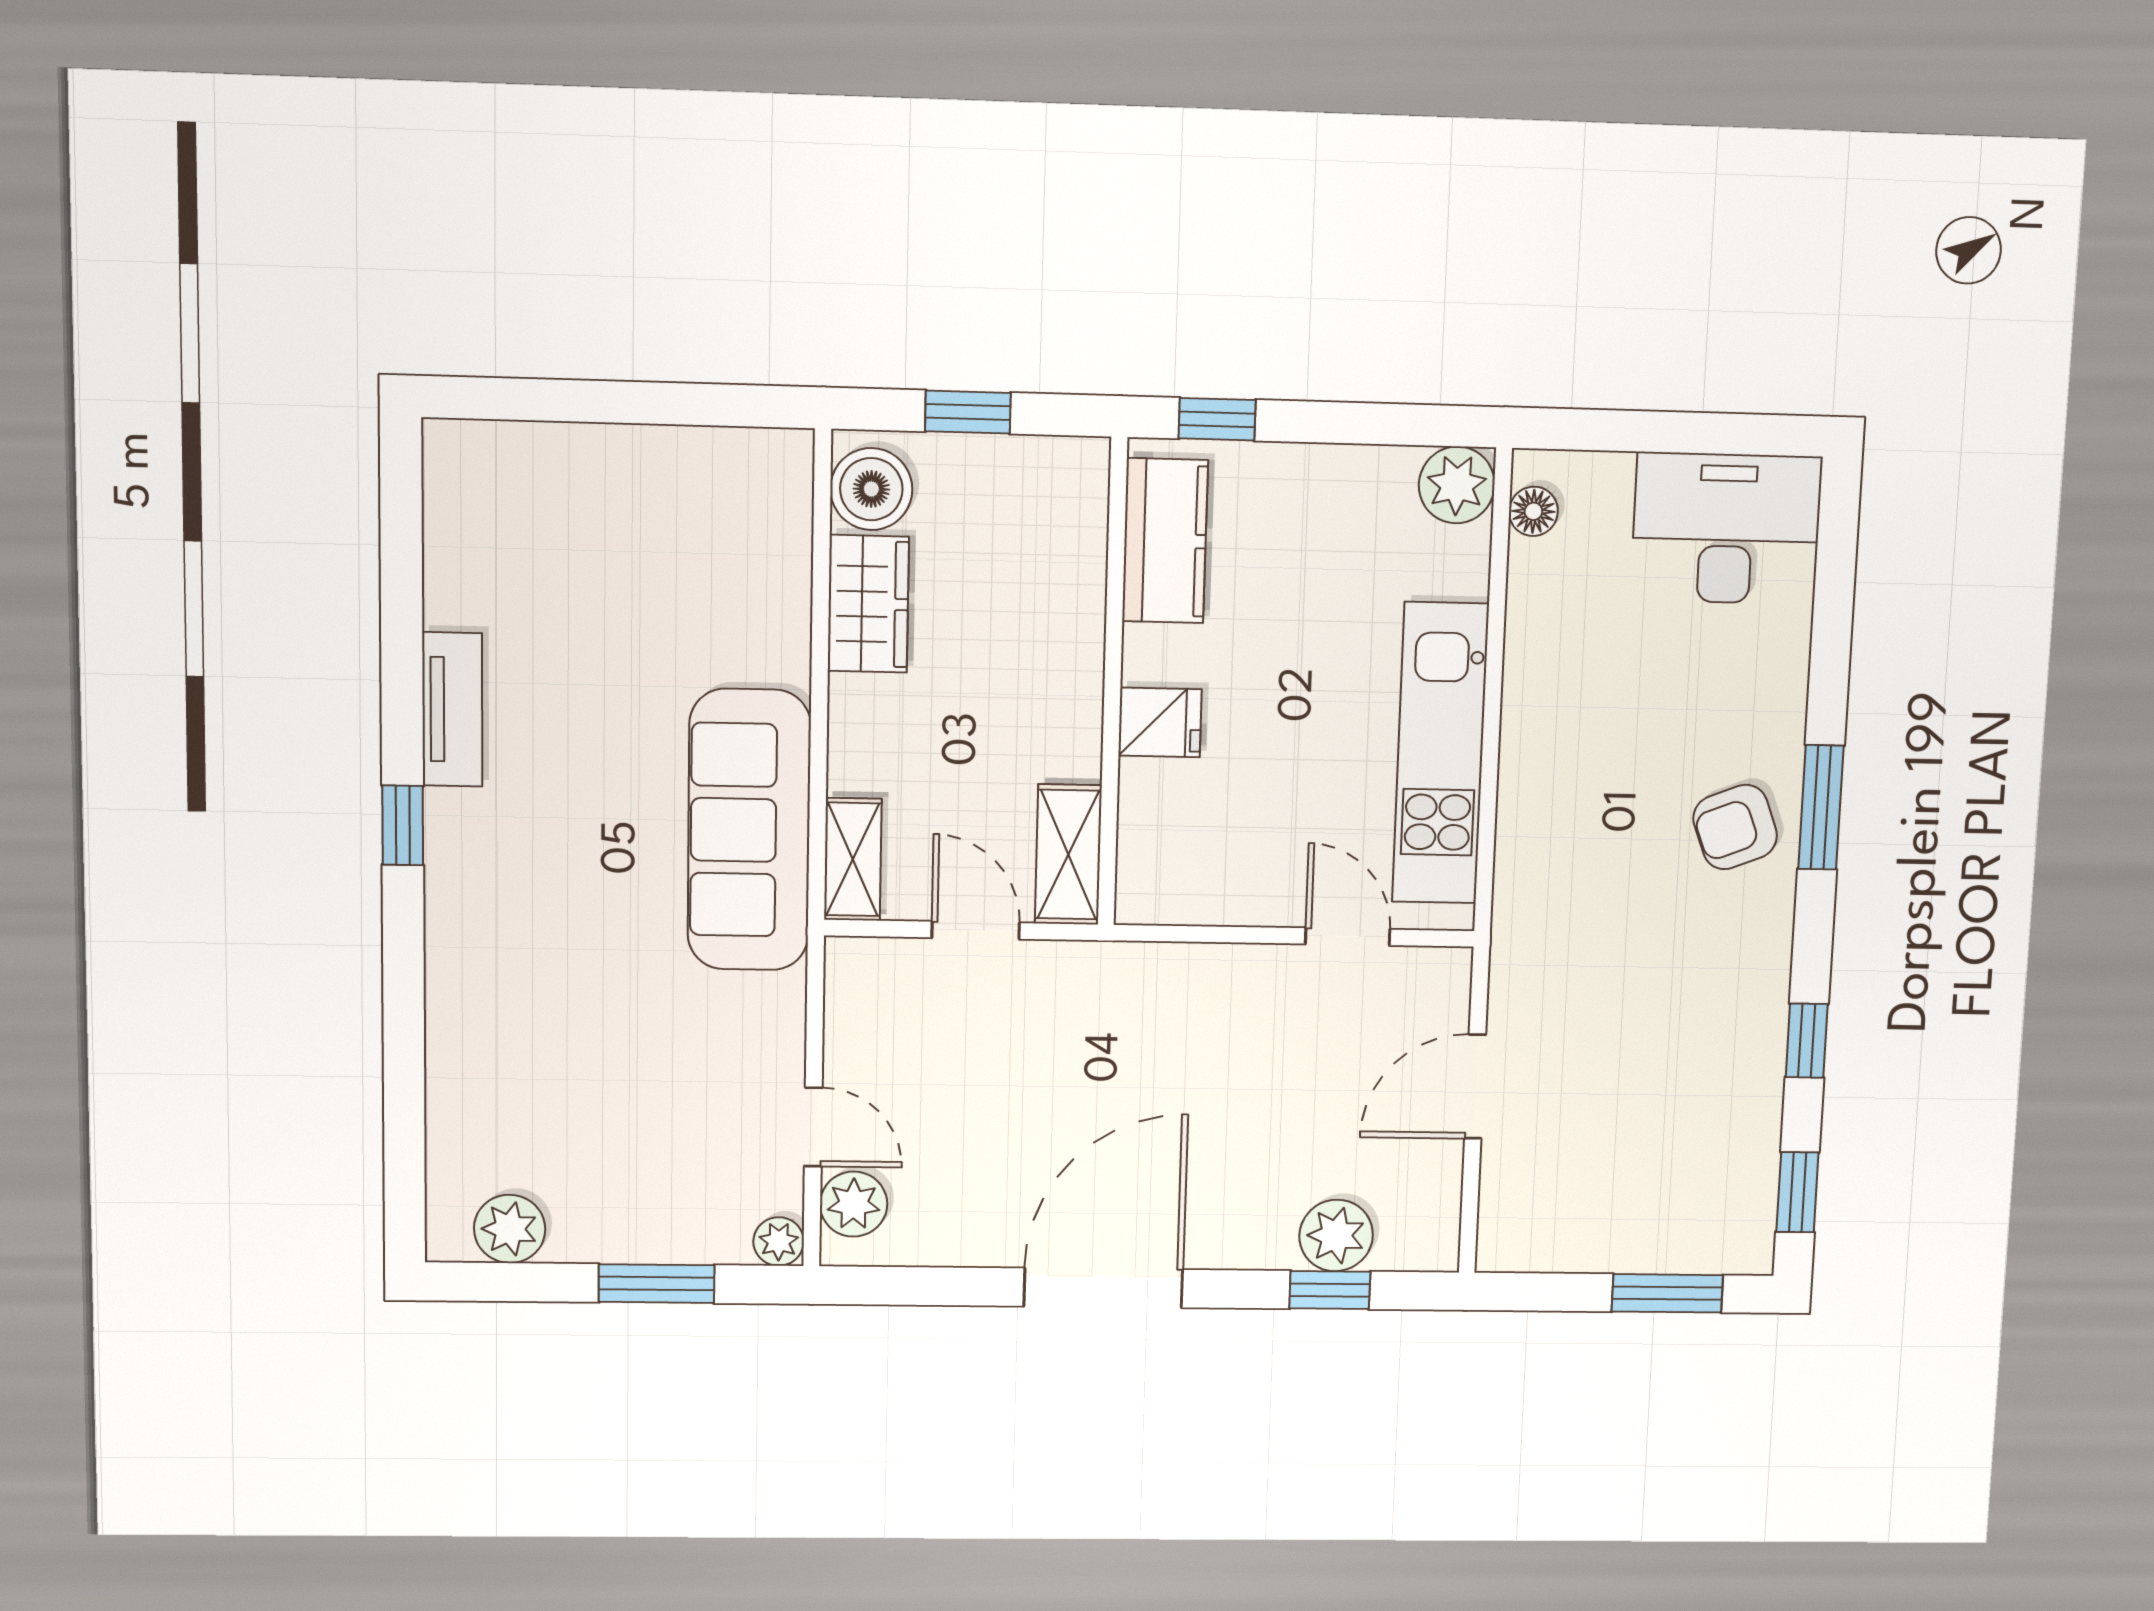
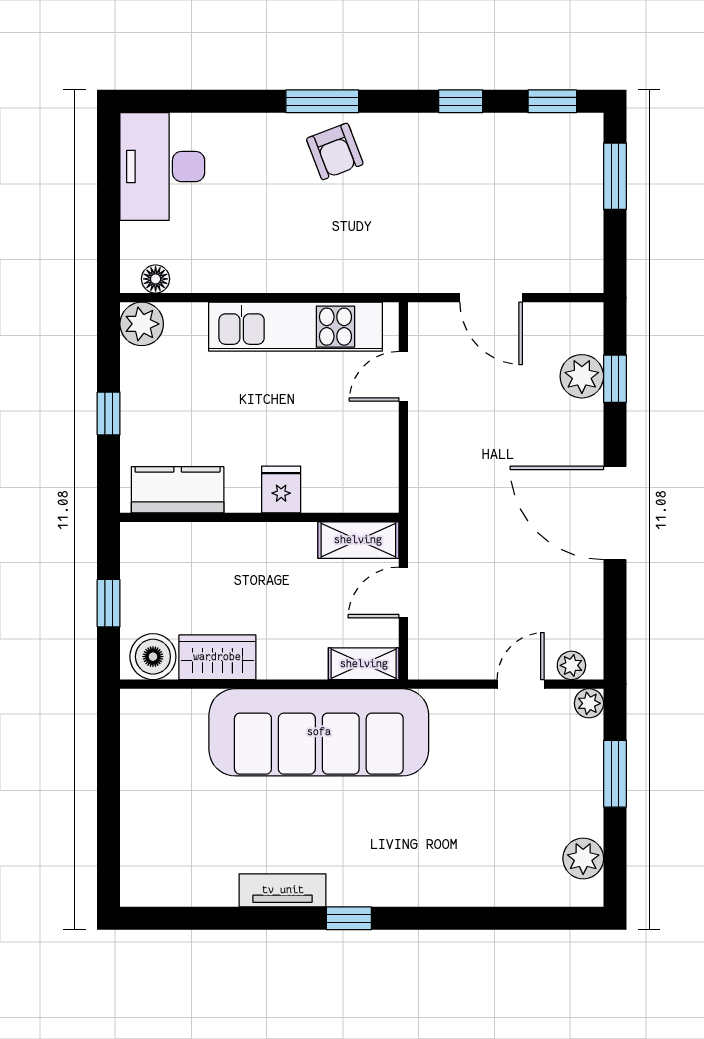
window: (1217, 419) -> (109, 413), moved
sofa: (749, 830) -> (319, 732), width x1.36, depth x1.27
plant: (854, 1204) -> (571, 665), width x0.73, depth x0.73

